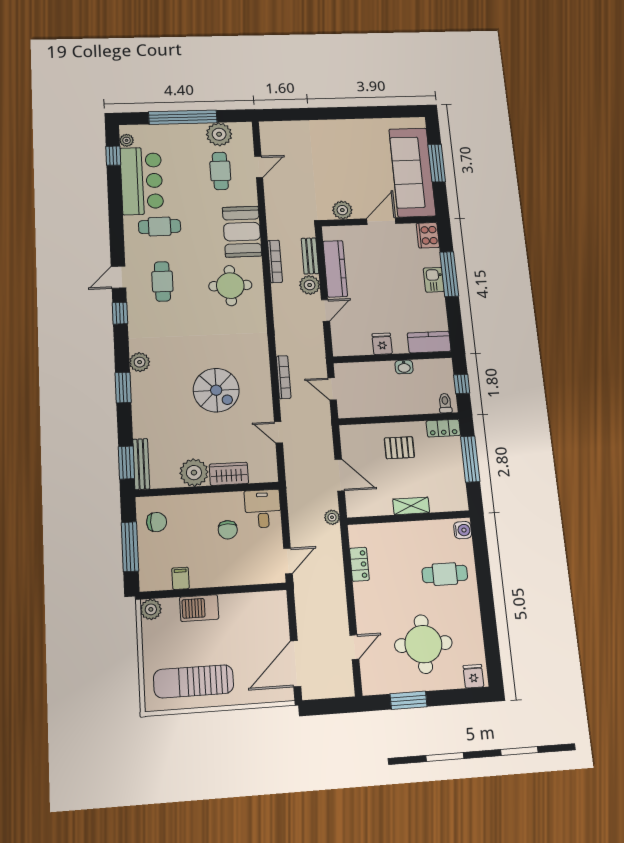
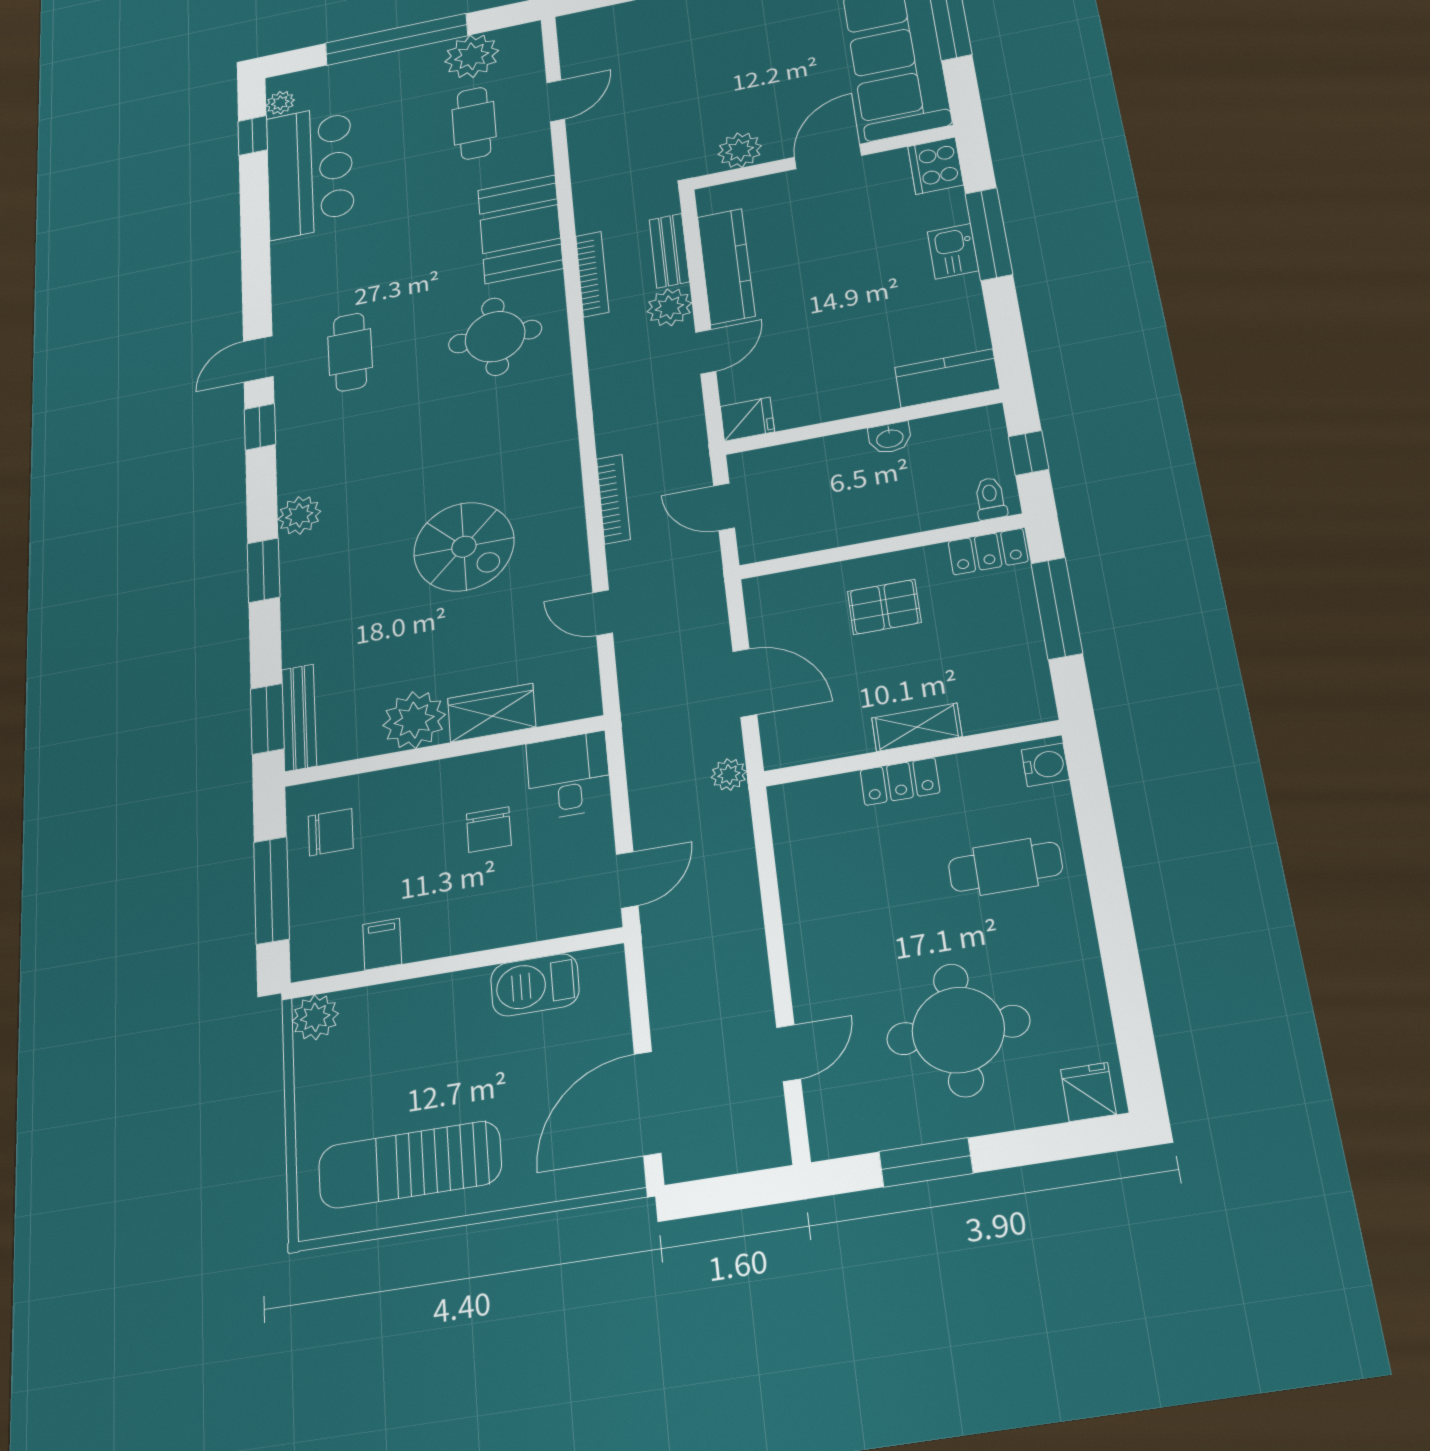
cafe table: (160, 226) -> (345, 249), removed
fridge: (382, 344) -> (747, 419), moved, turned 90
locker: (359, 564) -> (900, 782), moved, turned 90
barbecue: (199, 608) -> (535, 985), moved

